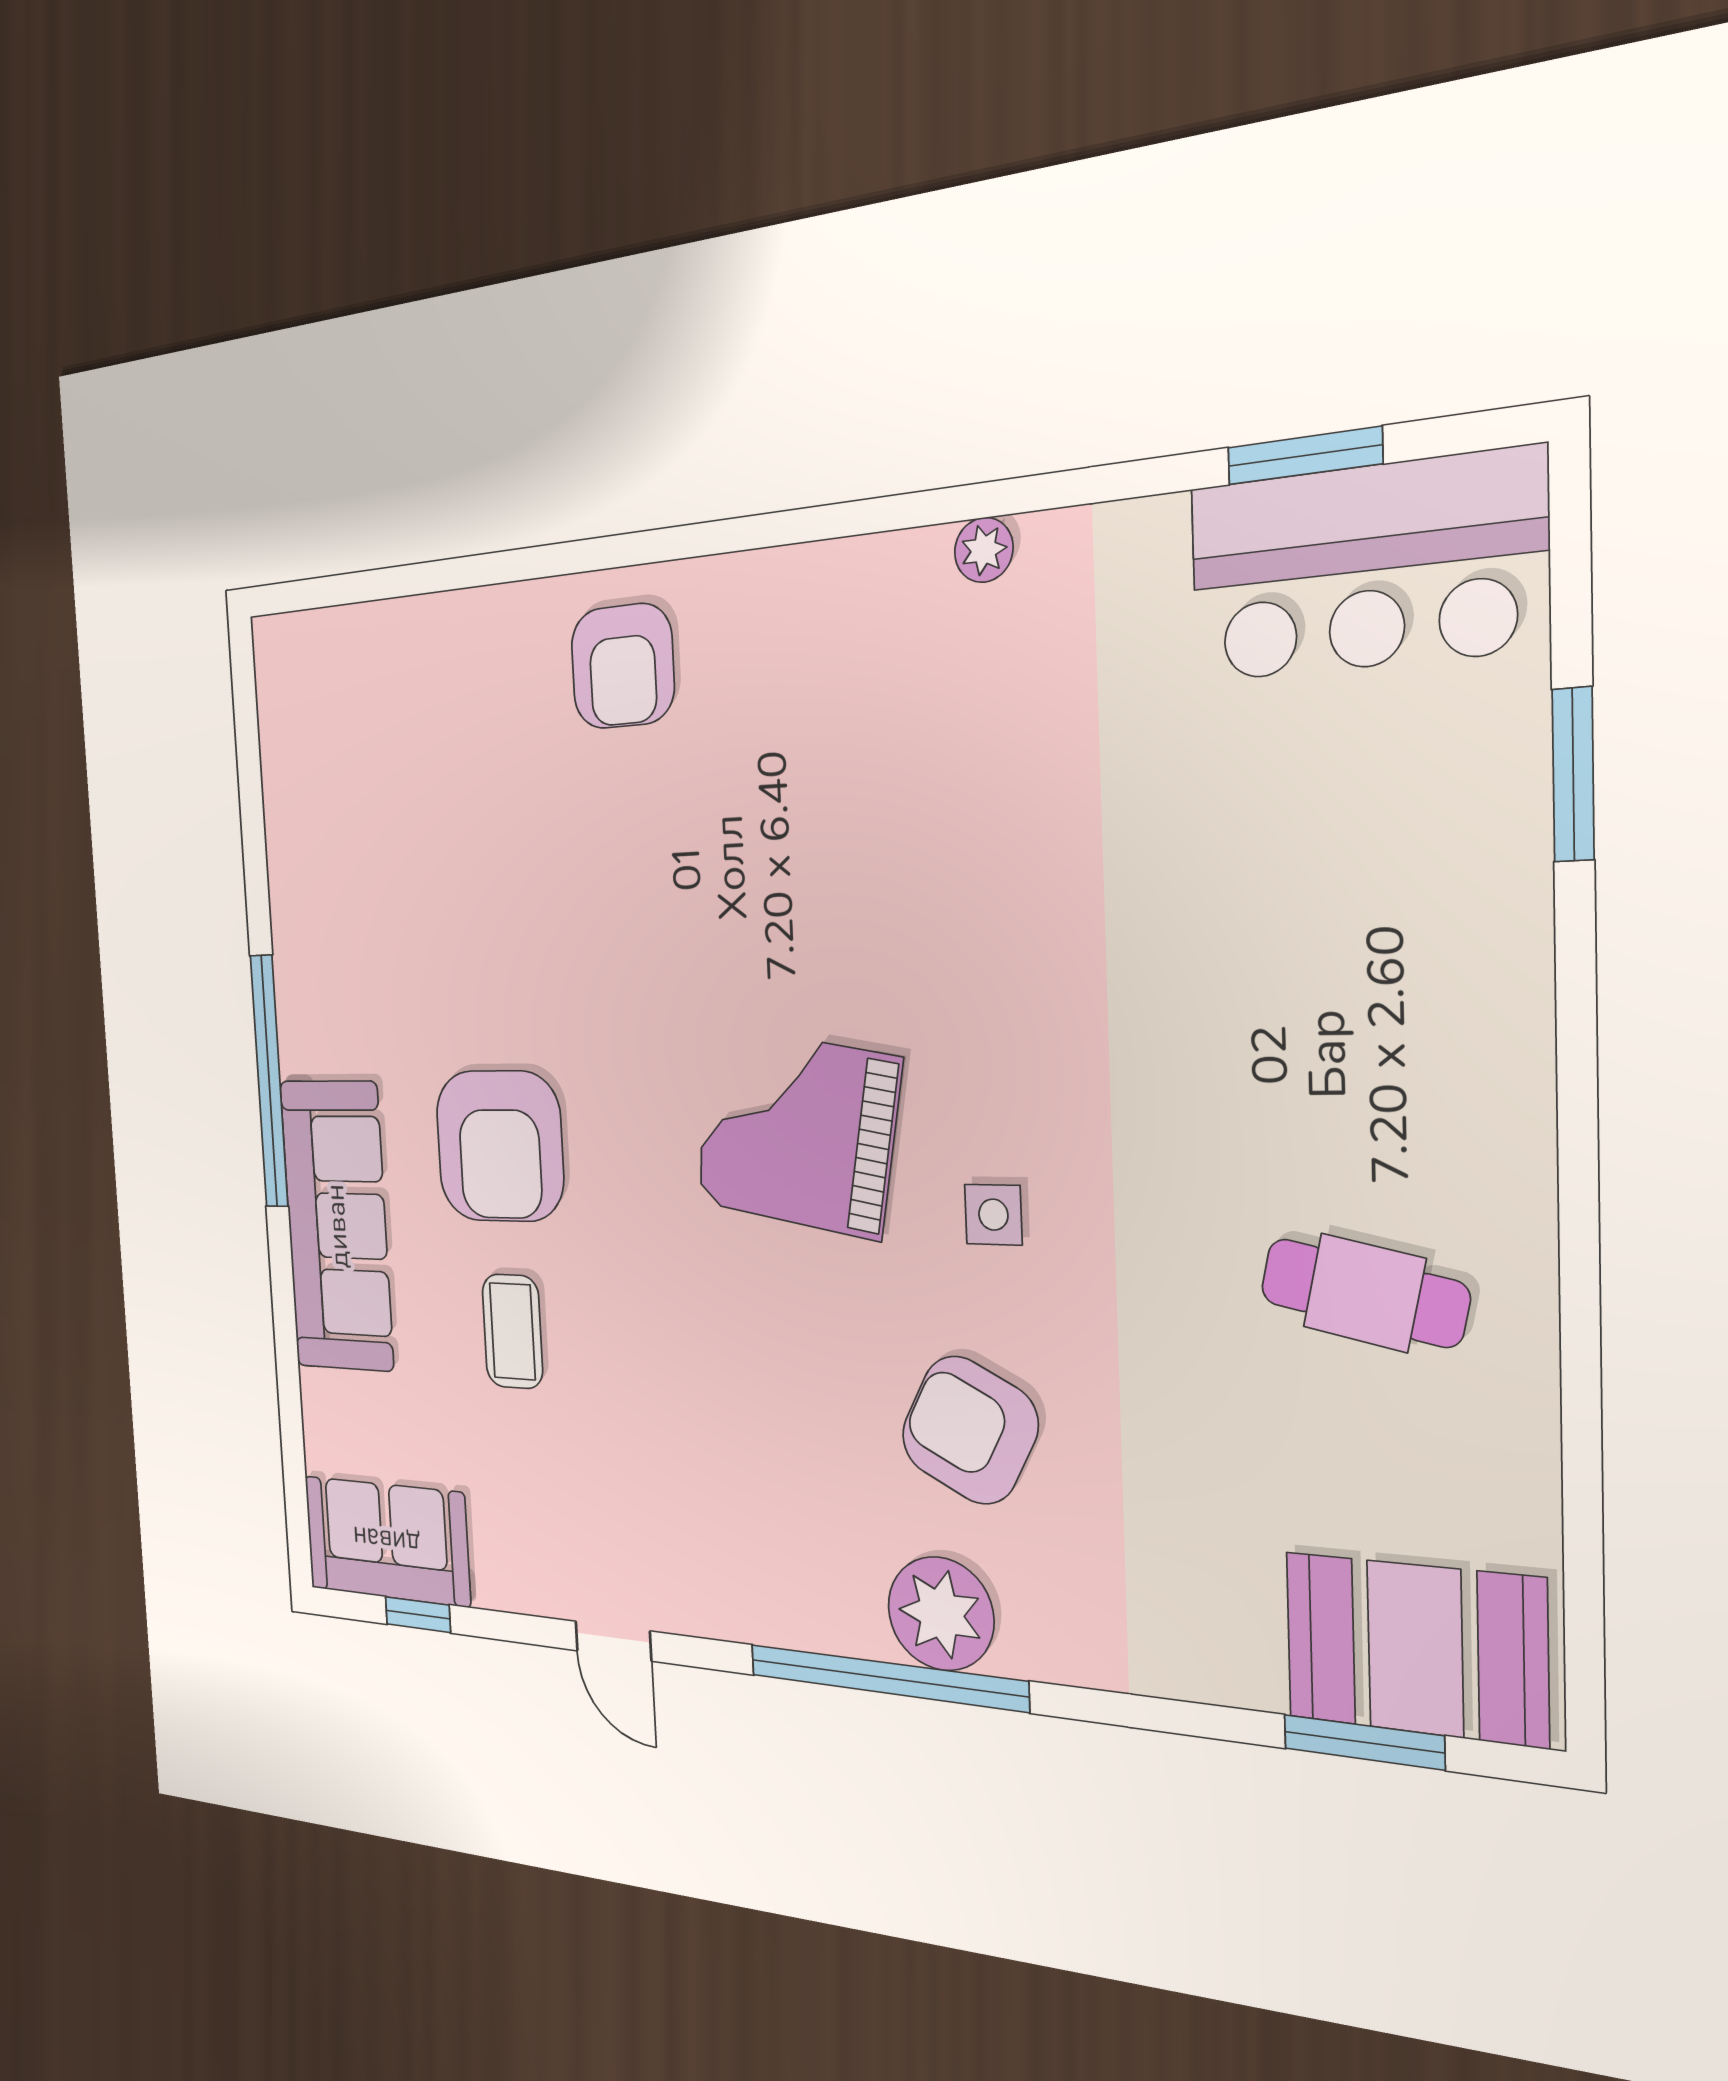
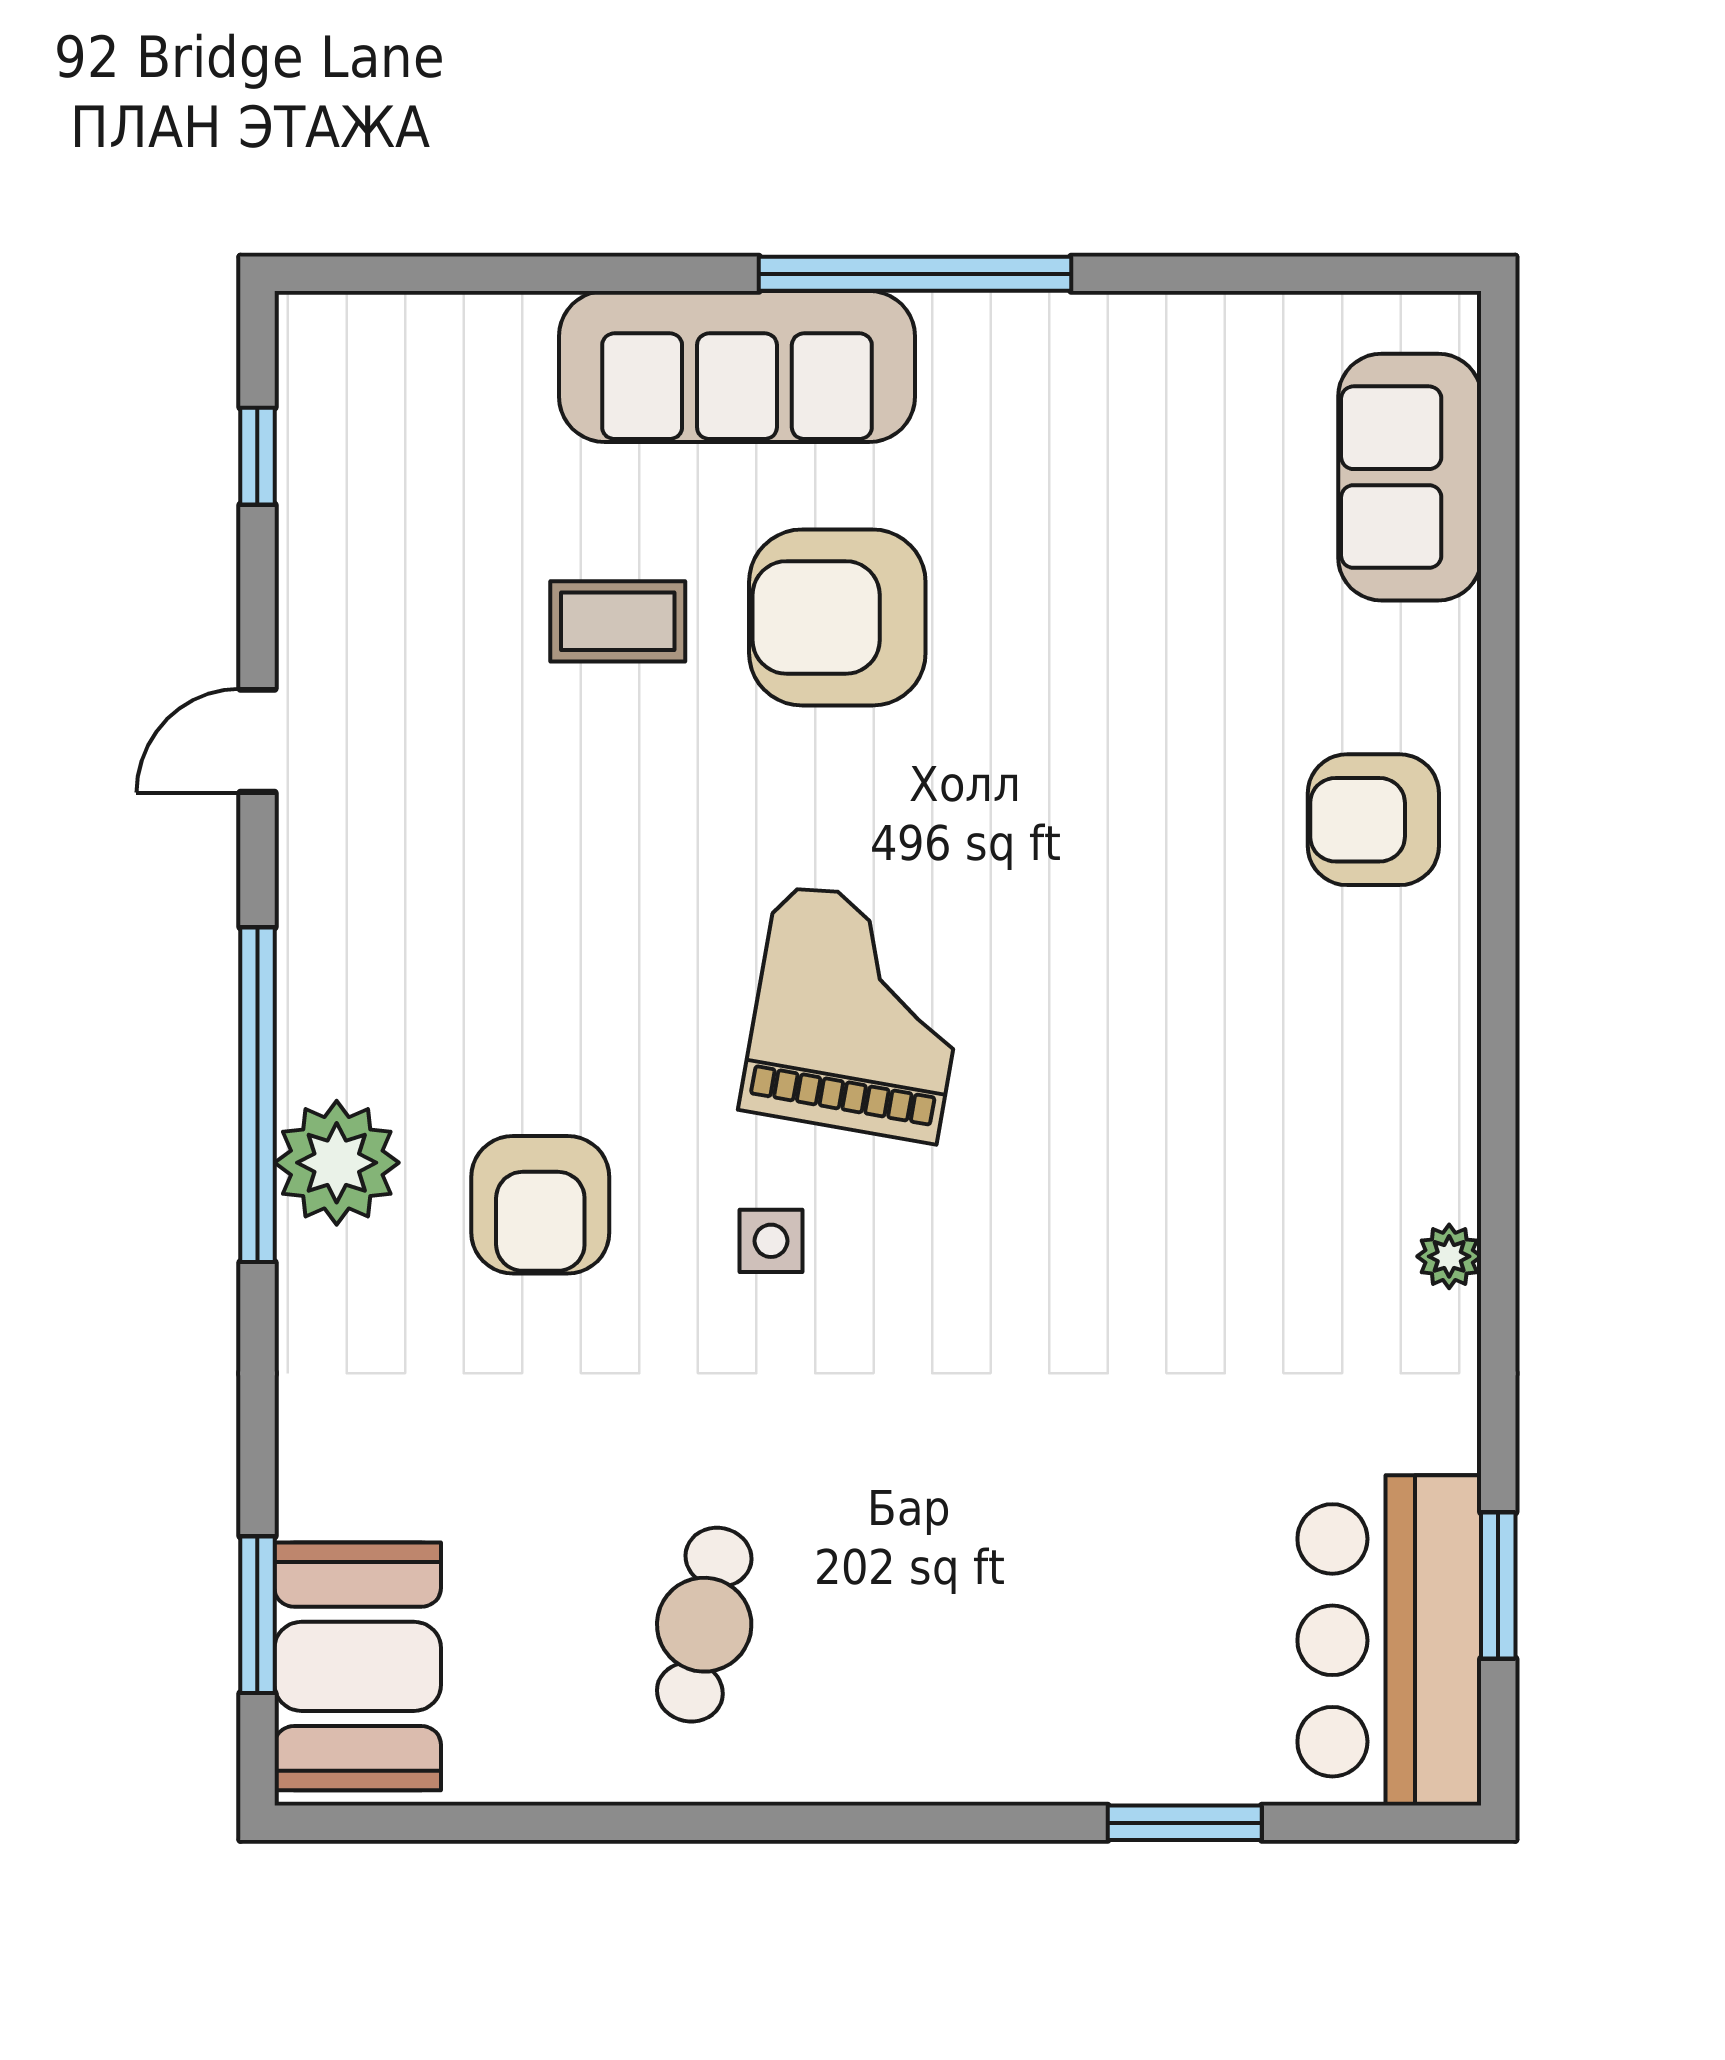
armchair: (970, 1430) -> (540, 1205), turned 153
sofa: (387, 1541) -> (1410, 477), moved, turned 180

